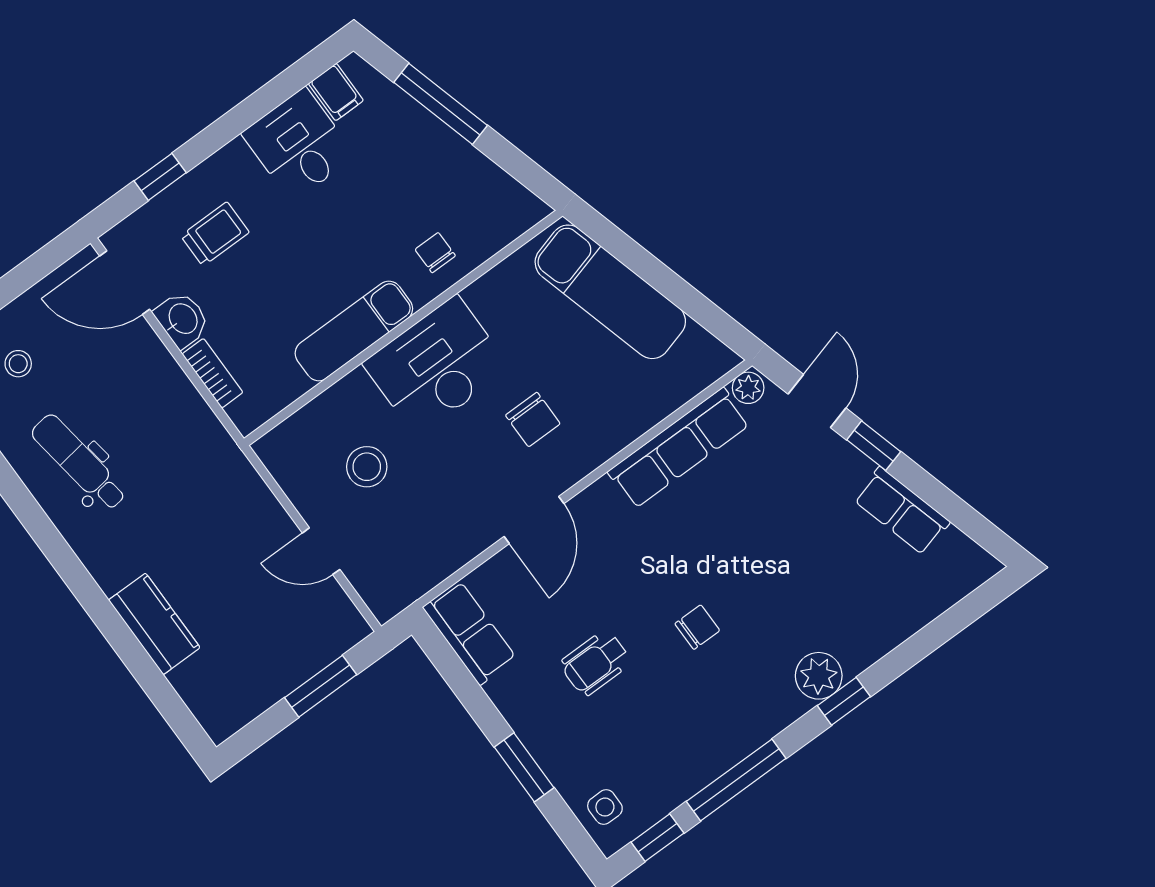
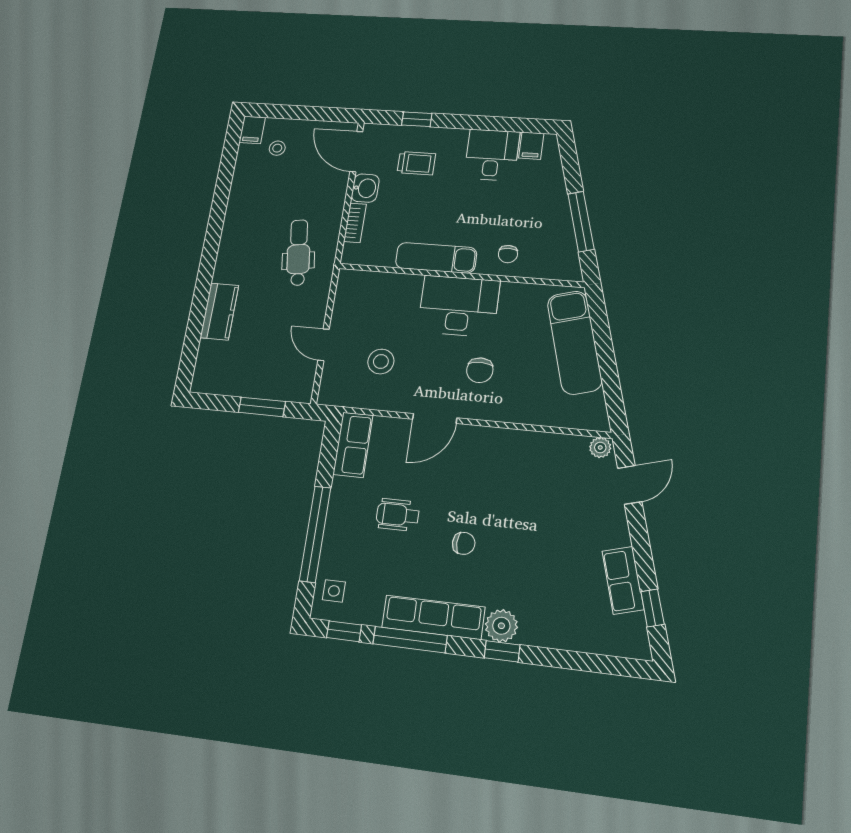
window: (441, 104) -> (581, 222), moved
chair: (435, 253) -> (508, 254), turned 180
window: (874, 446) -> (652, 608), moved
row of seats: (679, 448) -> (433, 617), moved, turned 180
dental chair: (79, 462) -> (298, 253), moved
stool: (367, 467) -> (381, 361), moved
window: (524, 767) -> (315, 534), width x2.11

